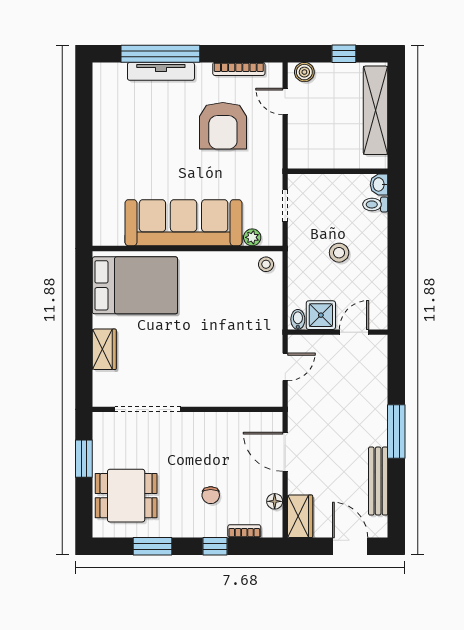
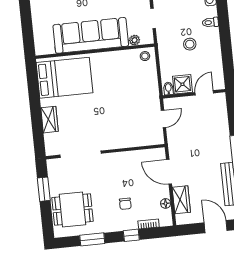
toilet: (375, 204) -> (210, 22), moved
wardrobe: (300, 516) -> (181, 200), moved

